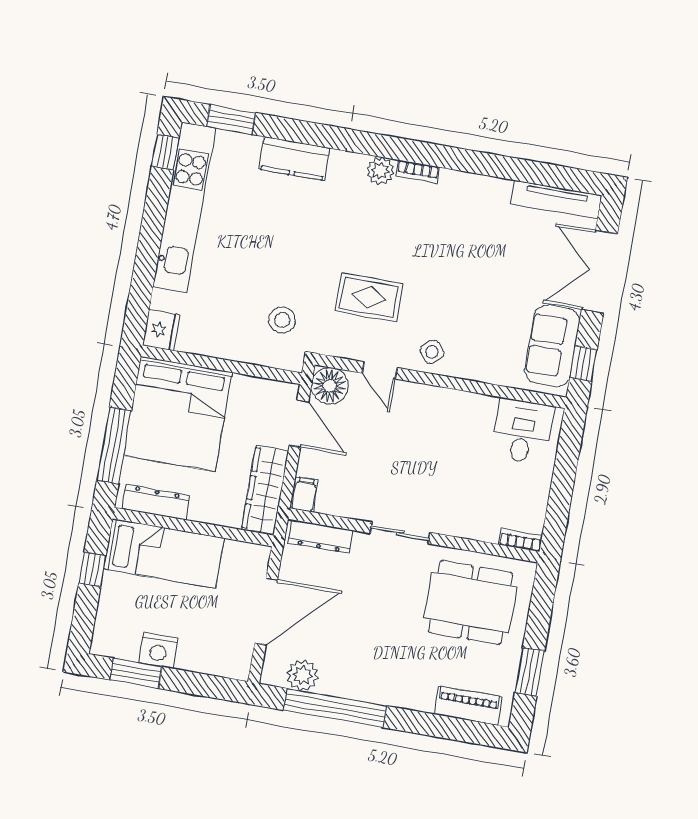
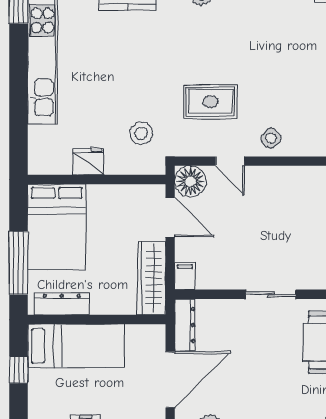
fridge: (161, 330) -> (89, 161), moved, turned -90
bed: (178, 414) -> (57, 227), width x0.73
dresser: (320, 537) -> (185, 325), moved, turned -90

